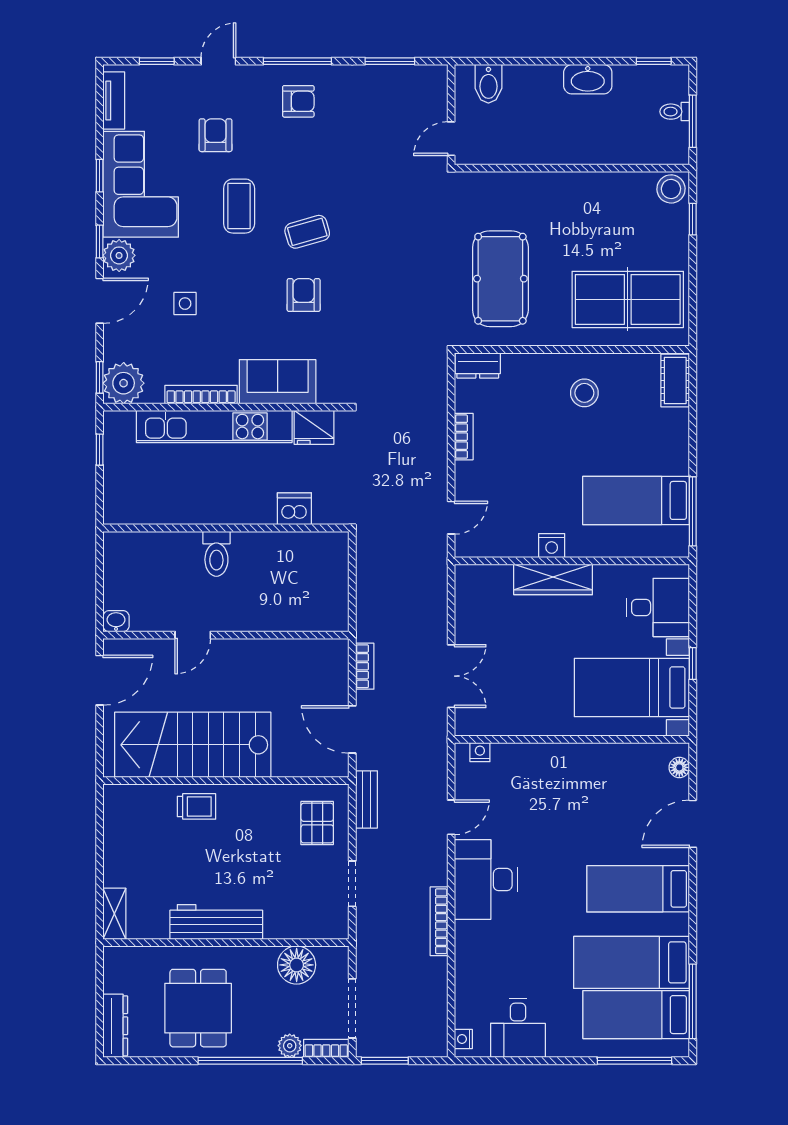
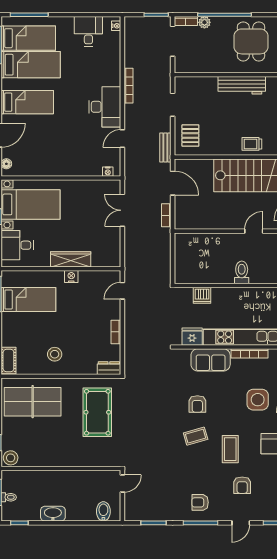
side table: (185, 304) -> (258, 400), width x1.87, depth x1.87
floor lamp: (297, 965) -> (201, 63), removed

